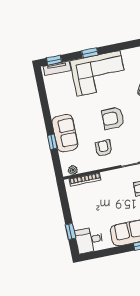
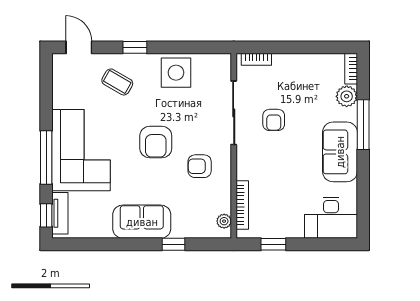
window: (90, 53) -> (46, 157), width x2.17
sofa: (65, 133) -> (142, 222), moved
window: (70, 231) -> (273, 244), moved
desk: (89, 240) -> (331, 218), width x1.37

